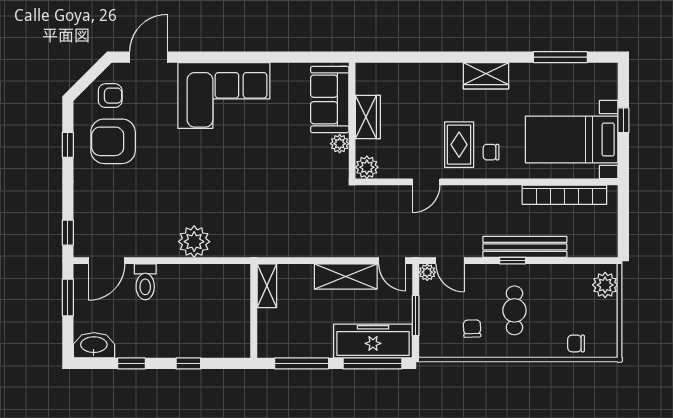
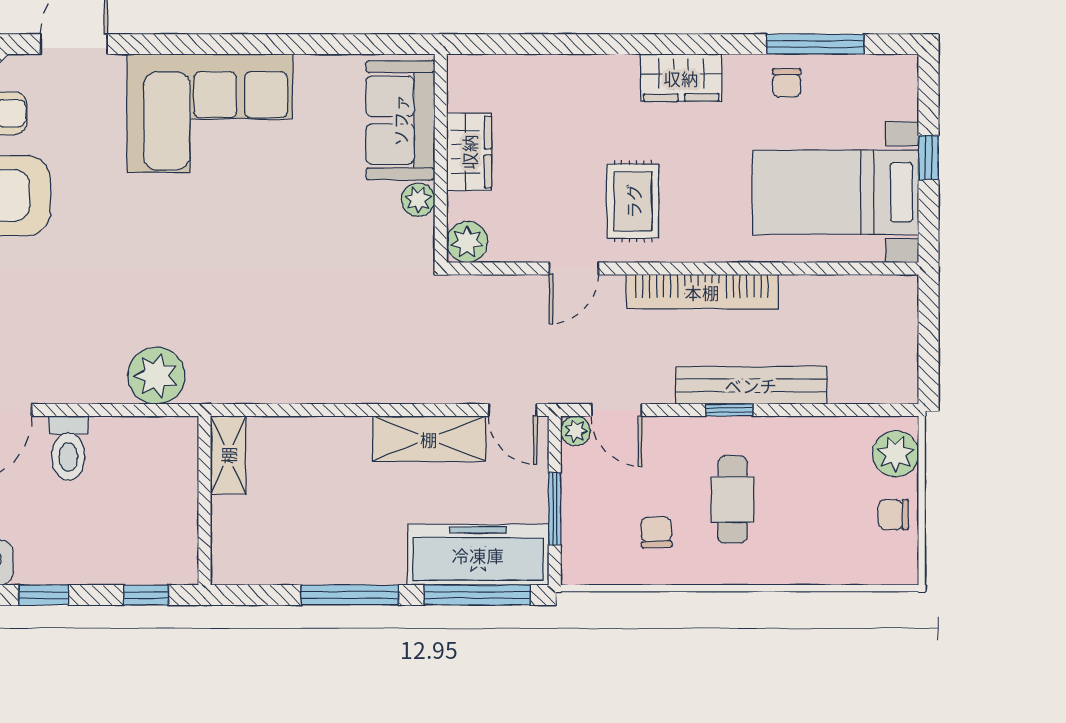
chair: (491, 152) -> (787, 83), moved, turned -90
bookcase: (564, 195) -> (702, 292), moved
shelving: (267, 286) -> (228, 455), moved
wall: (254, 311) -> (205, 501), moved
chair: (576, 343) -> (893, 515), moved

